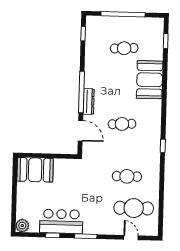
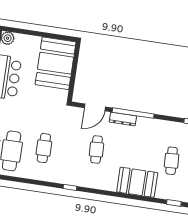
booth: (35, 170) -> (56, 63), width x1.36, depth x1.42

